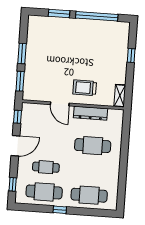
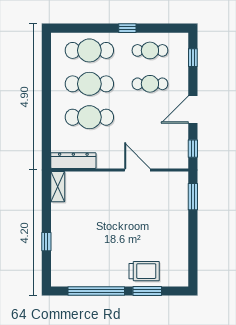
window: (22, 54) -> (193, 234), removed
trolley: (85, 88) -> (144, 271), moved
dresser: (90, 113) -> (73, 161), moved
cafe table: (91, 170) -> (89, 84), added
cafe table: (44, 192) -> (150, 50), width x0.73, depth x0.74

